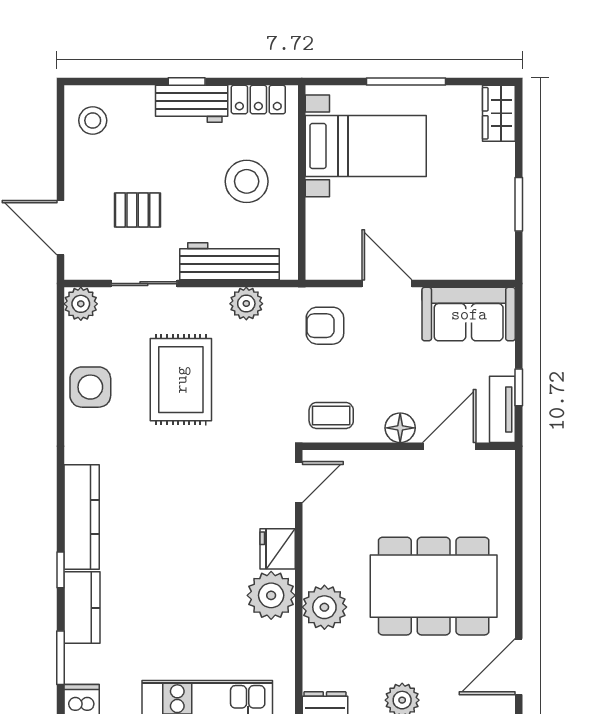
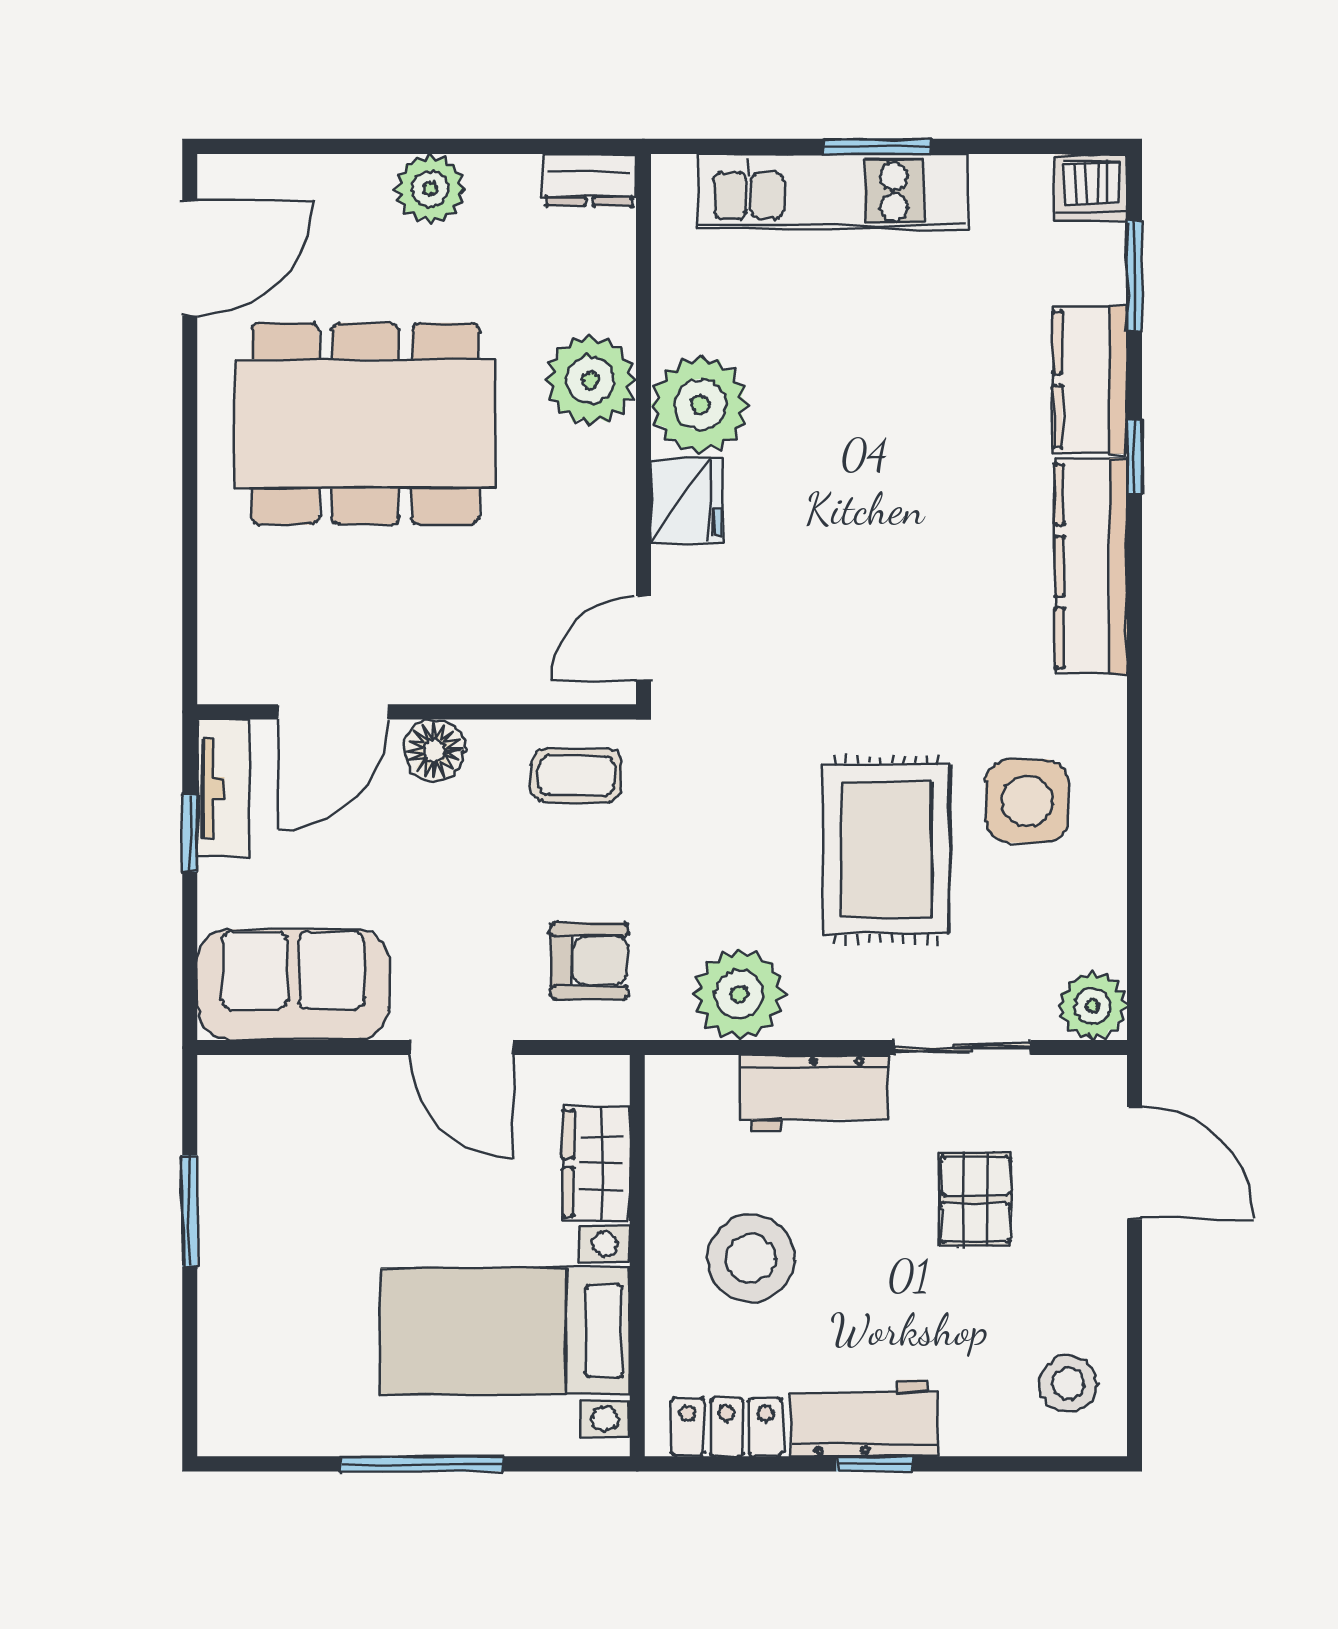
wardrobe: (499, 113) -> (596, 1163), moved, turned 180
pallet: (138, 210) -> (976, 1199), turned 90
workbench: (229, 261) -> (814, 1093), width x0.73
plant: (246, 304) -> (739, 994), width x1.36, depth x1.36
side table: (90, 387) -> (1027, 801), moved

